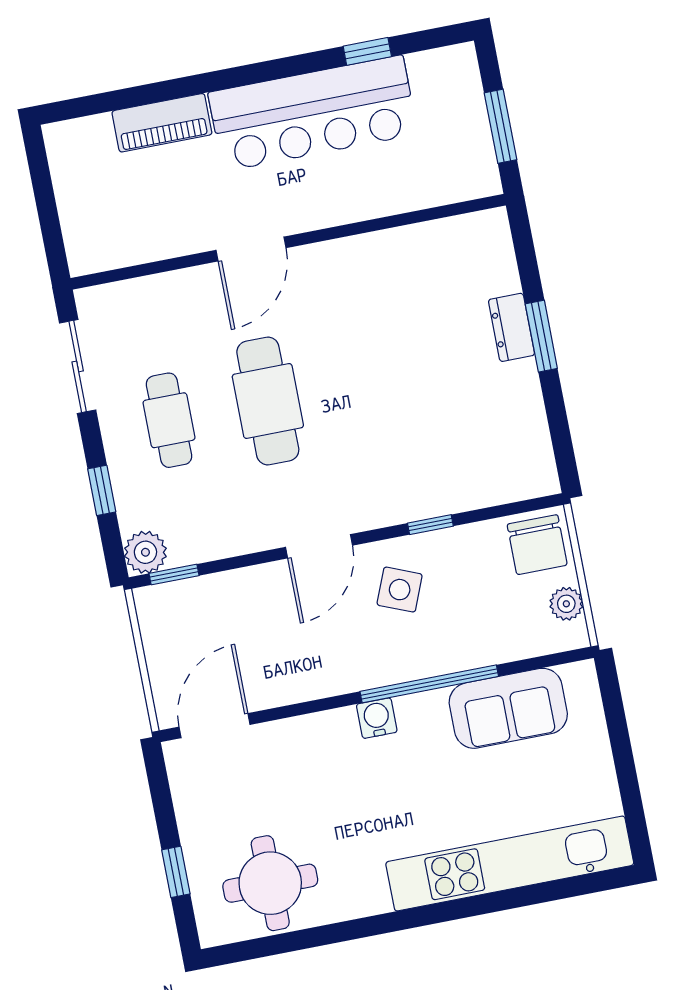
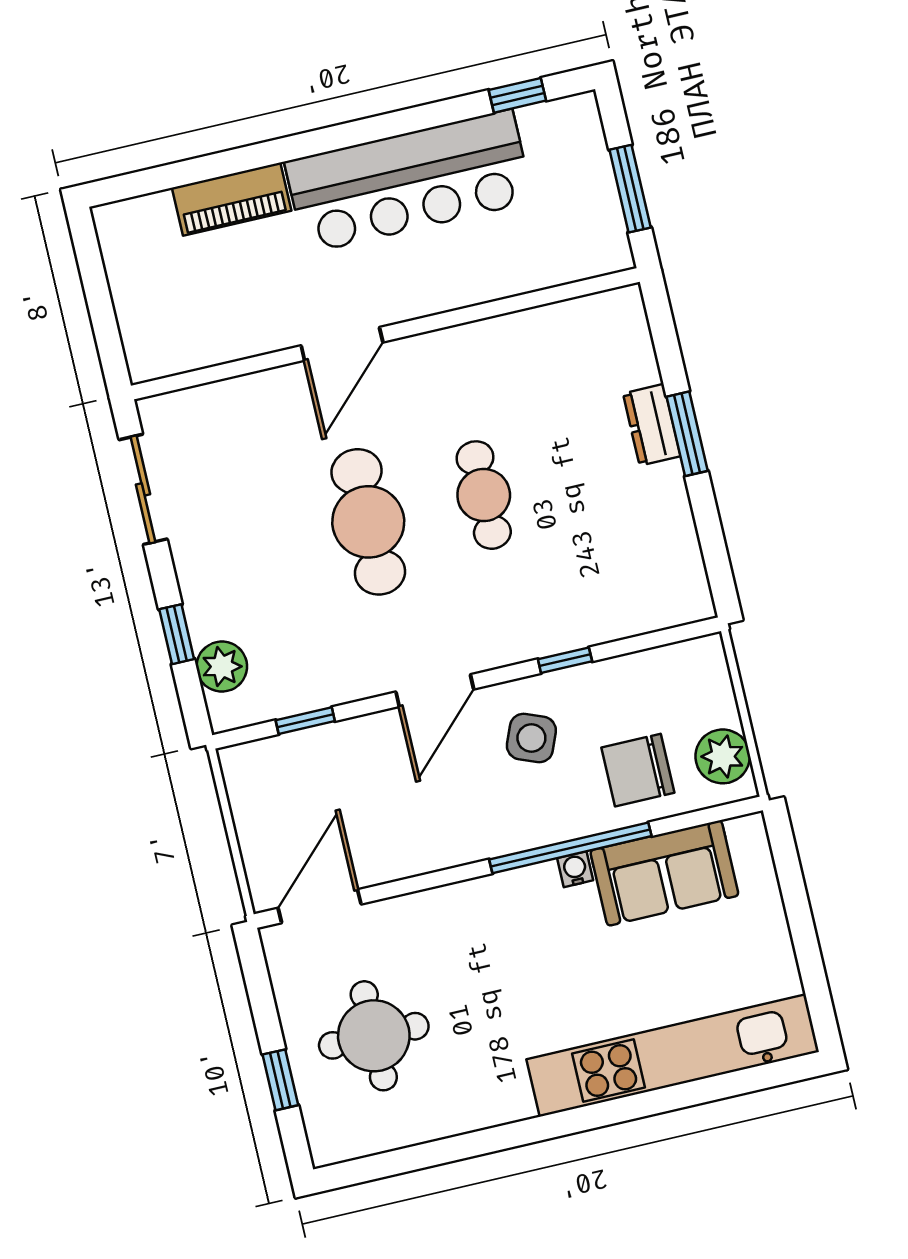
window: (367, 51) -> (517, 95), moved
cafe table: (169, 420) -> (484, 495), moved
chair: (537, 545) -> (638, 770), moved, turned 90
plant: (145, 552) -> (222, 667), moved
window: (174, 574) -> (305, 721), moved
plant: (566, 604) -> (723, 756), width x1.38, depth x1.38
water cooler: (377, 718) -> (575, 869), moved, width x0.72, depth x0.72
round table: (270, 883) -> (374, 1036), moved

